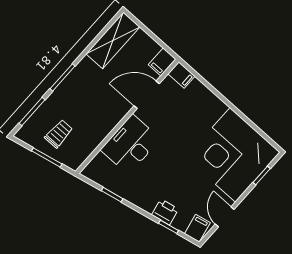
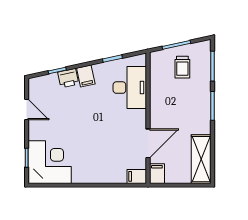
desk: (130, 144) -> (130, 88), moved
corner desk: (233, 155) -> (50, 162), width x0.74, depth x0.74
filing cabinet: (197, 228) -> (86, 76), moved

